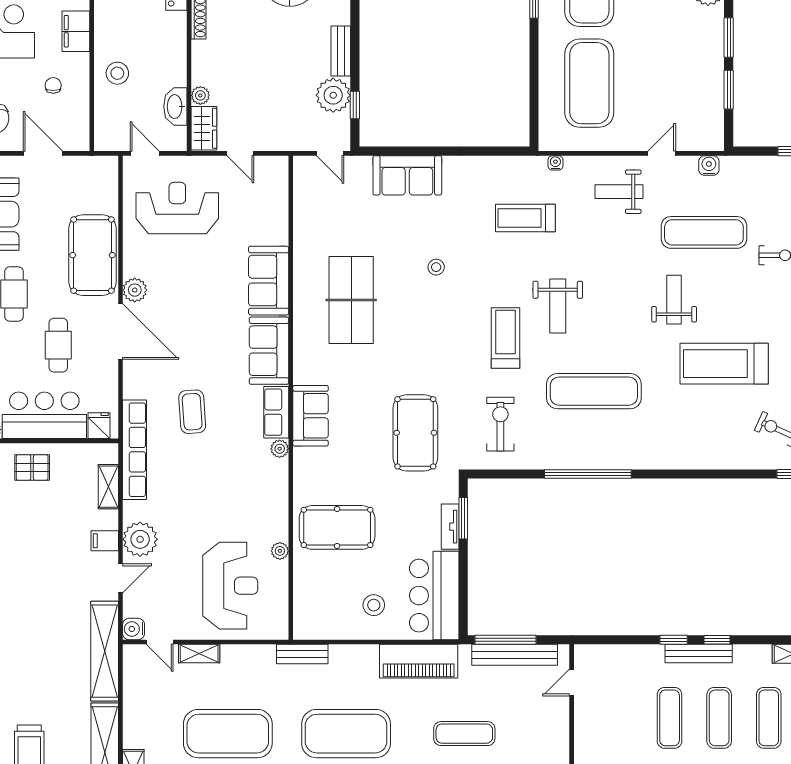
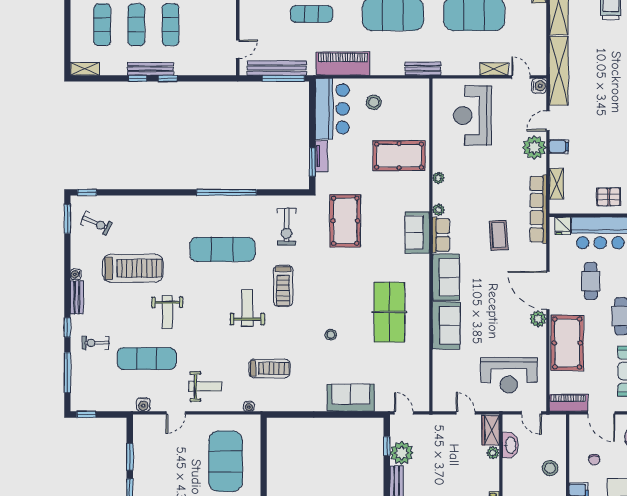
piano: (91, 168) -> (569, 403), added
plant: (280, 551) -> (438, 178), moved

